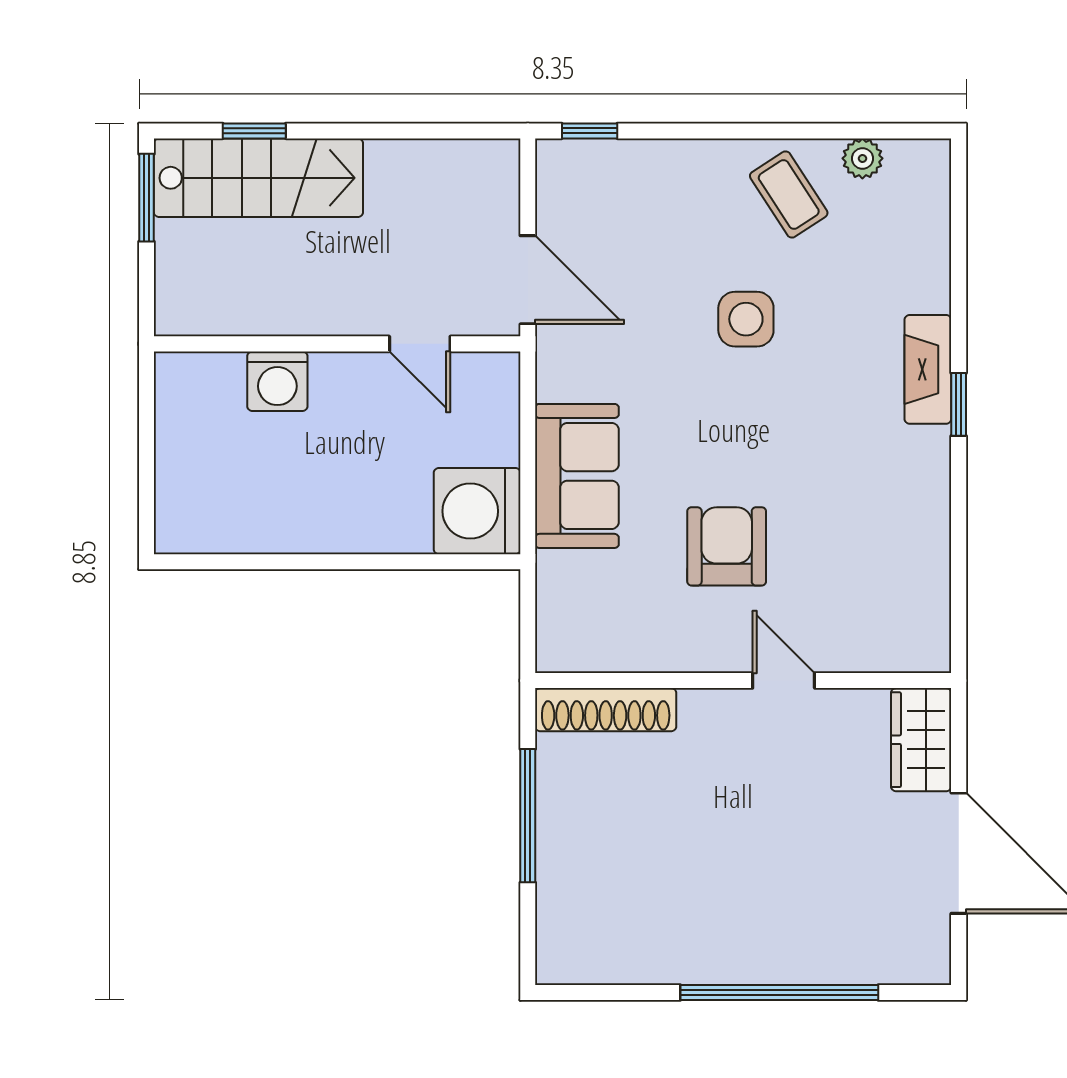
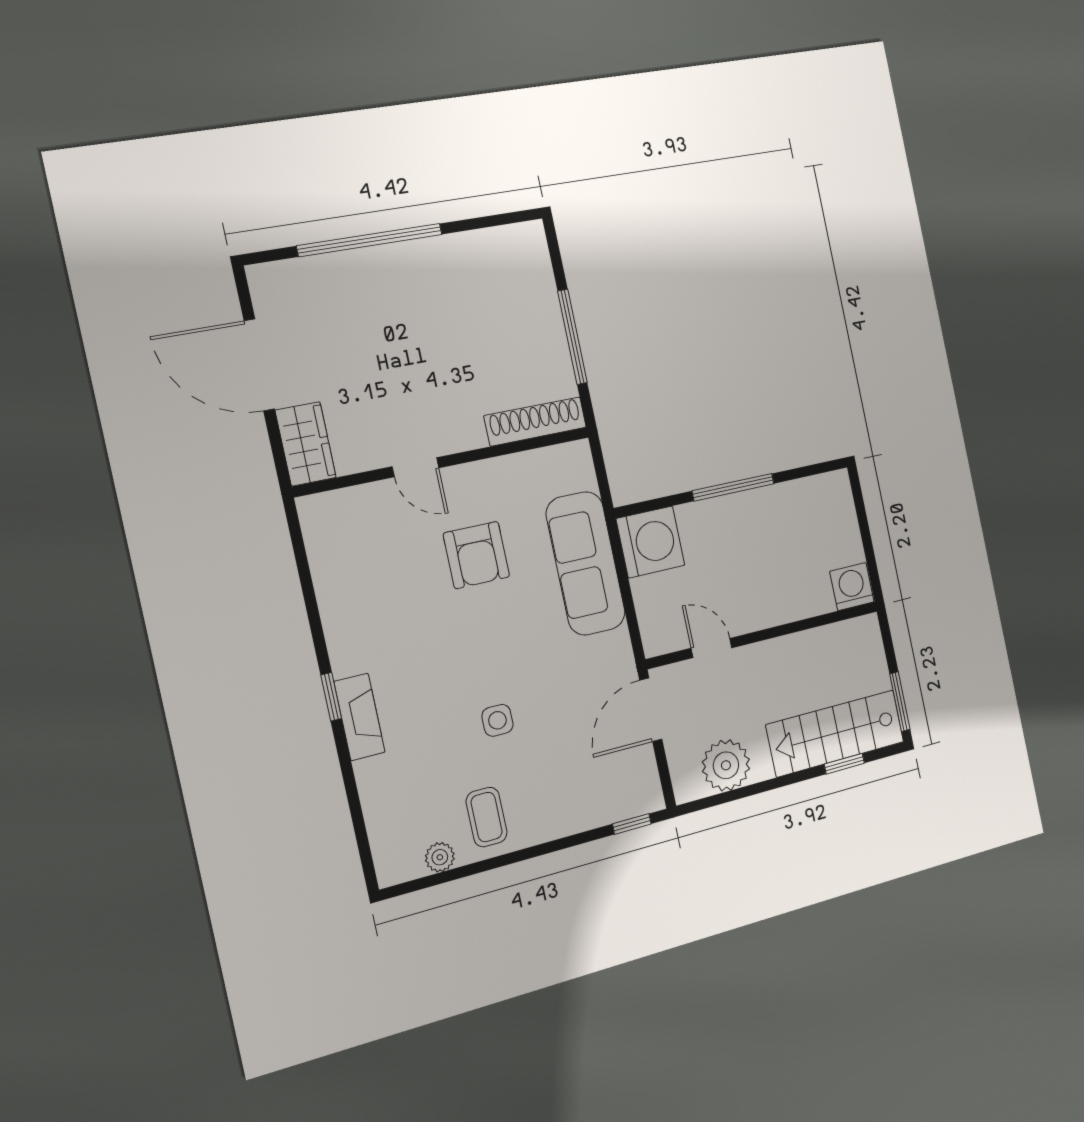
plant: (435, 175) -> (726, 765), added
coffee table: (789, 194) -> (487, 817), turned 33
door: (528, 280) -> (651, 710), hinge flipped
side table: (746, 319) -> (497, 720), width x0.73, depth x0.73
washing machine: (277, 381) -> (852, 587), moved
sofa: (577, 476) -> (586, 563), width x1.36
window: (337, 562) -> (733, 487), added

